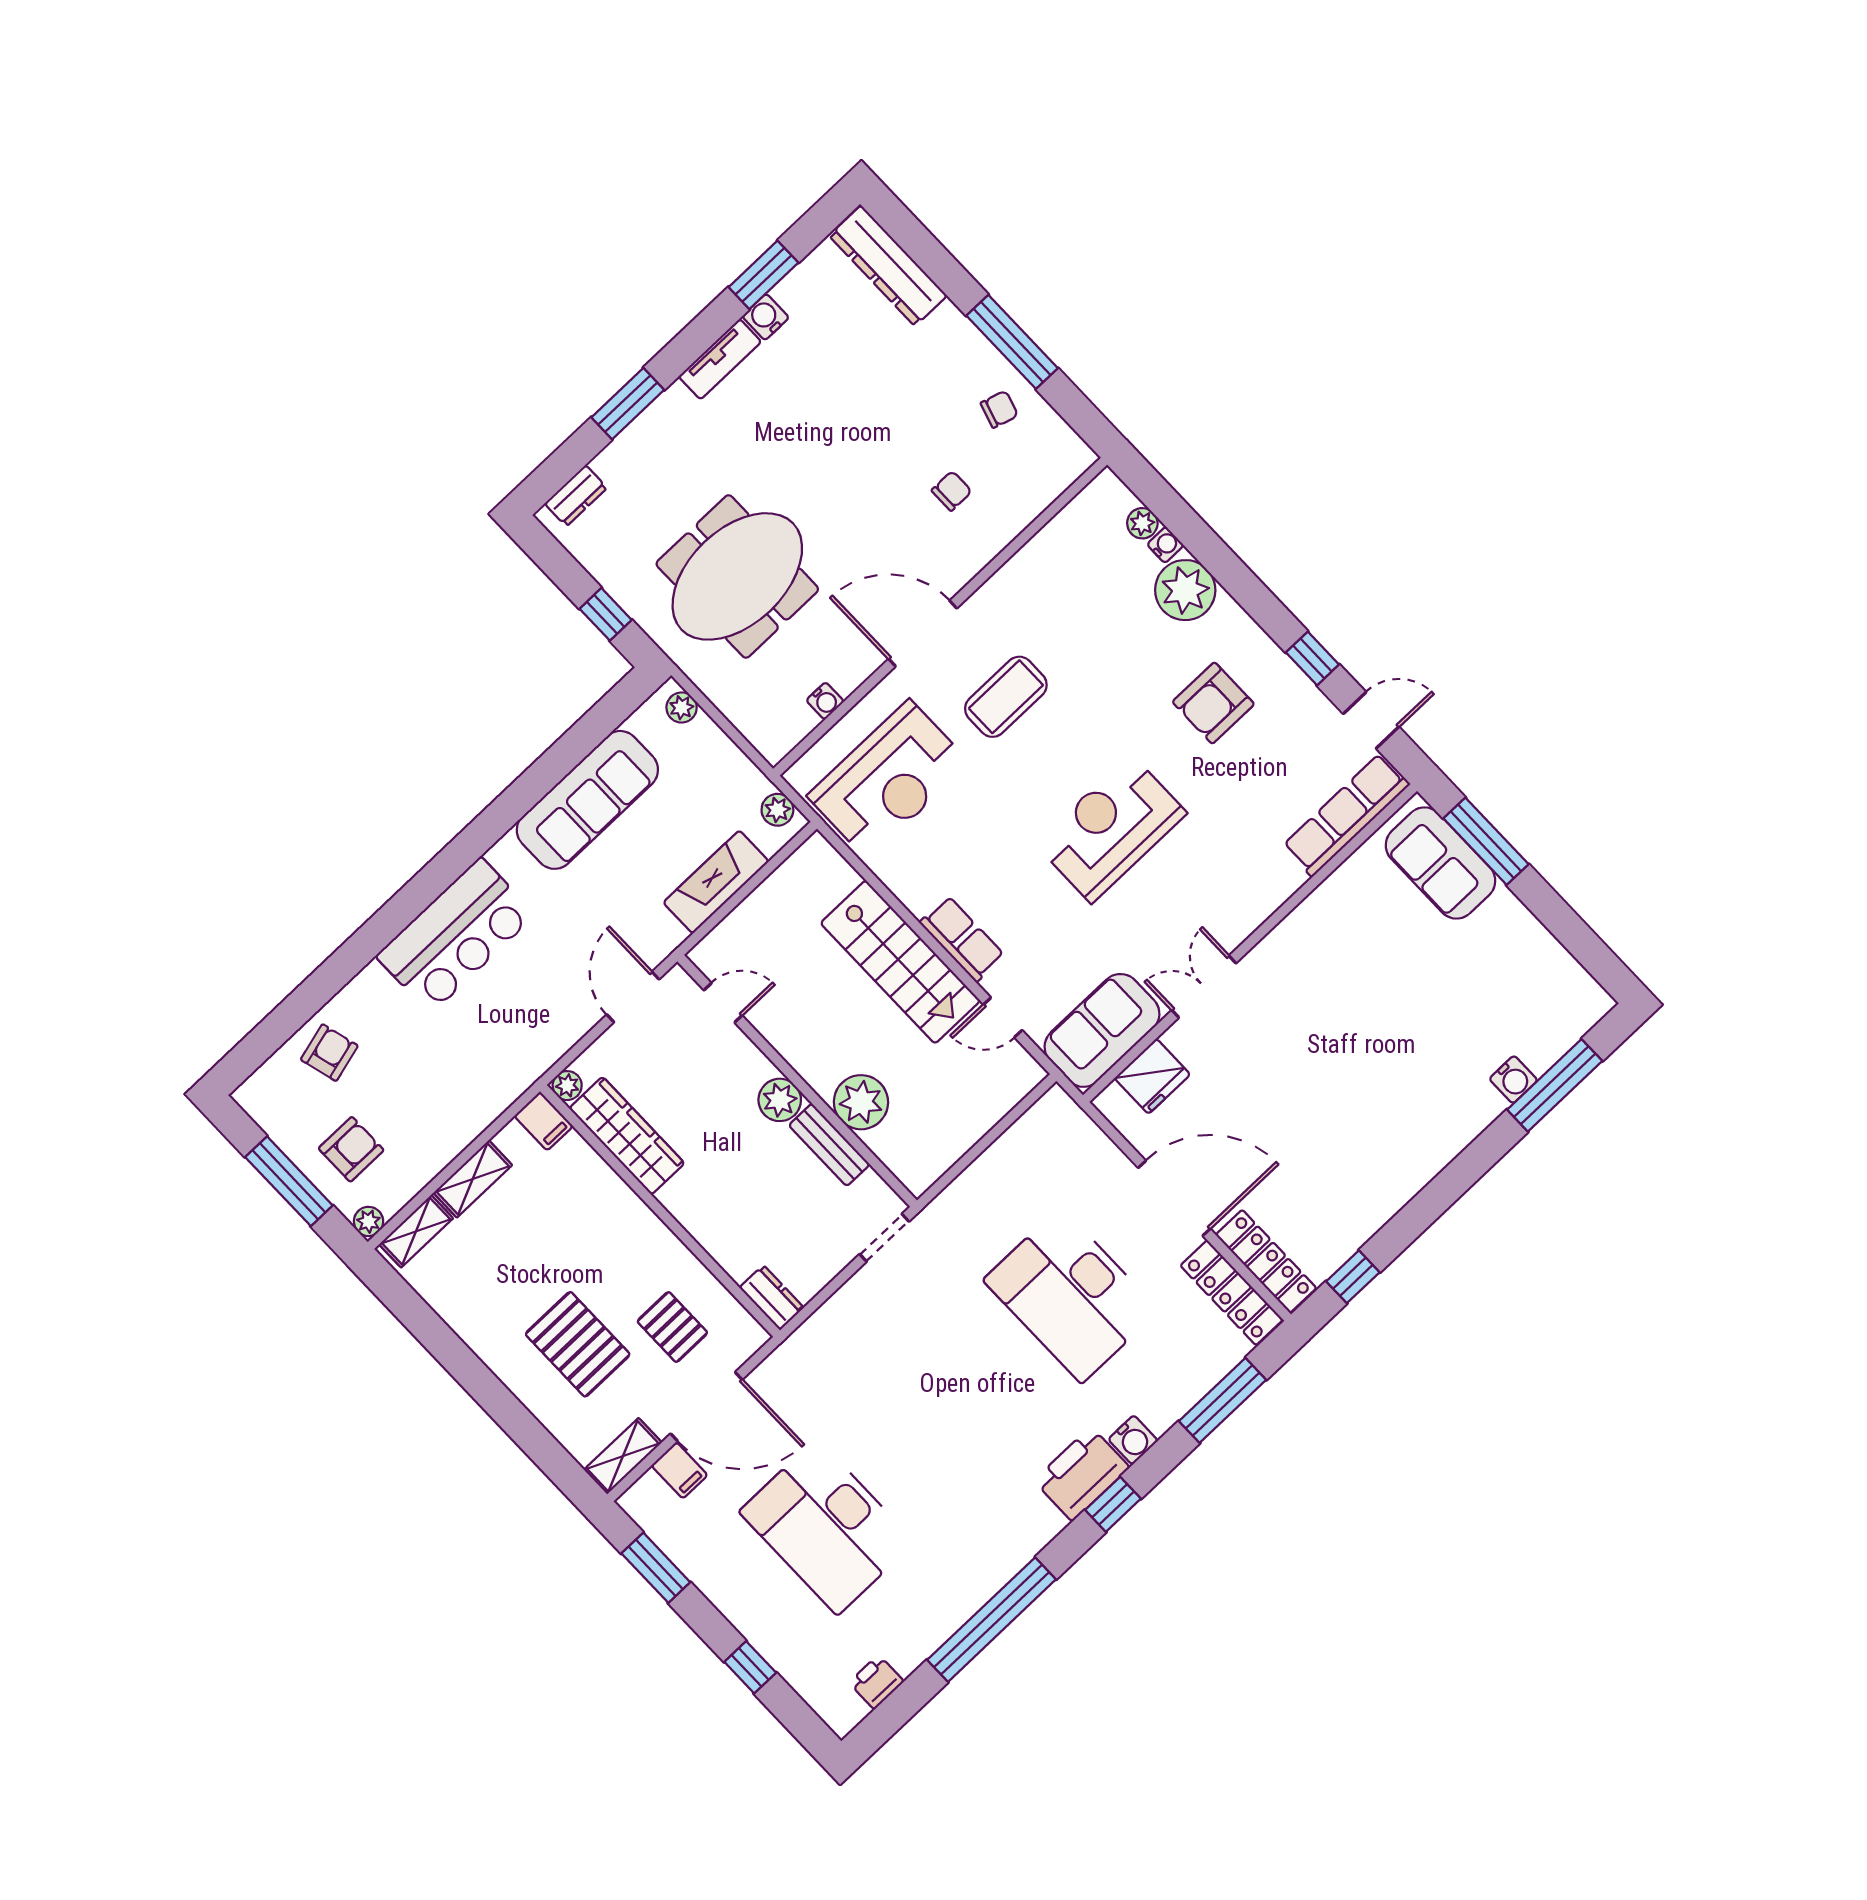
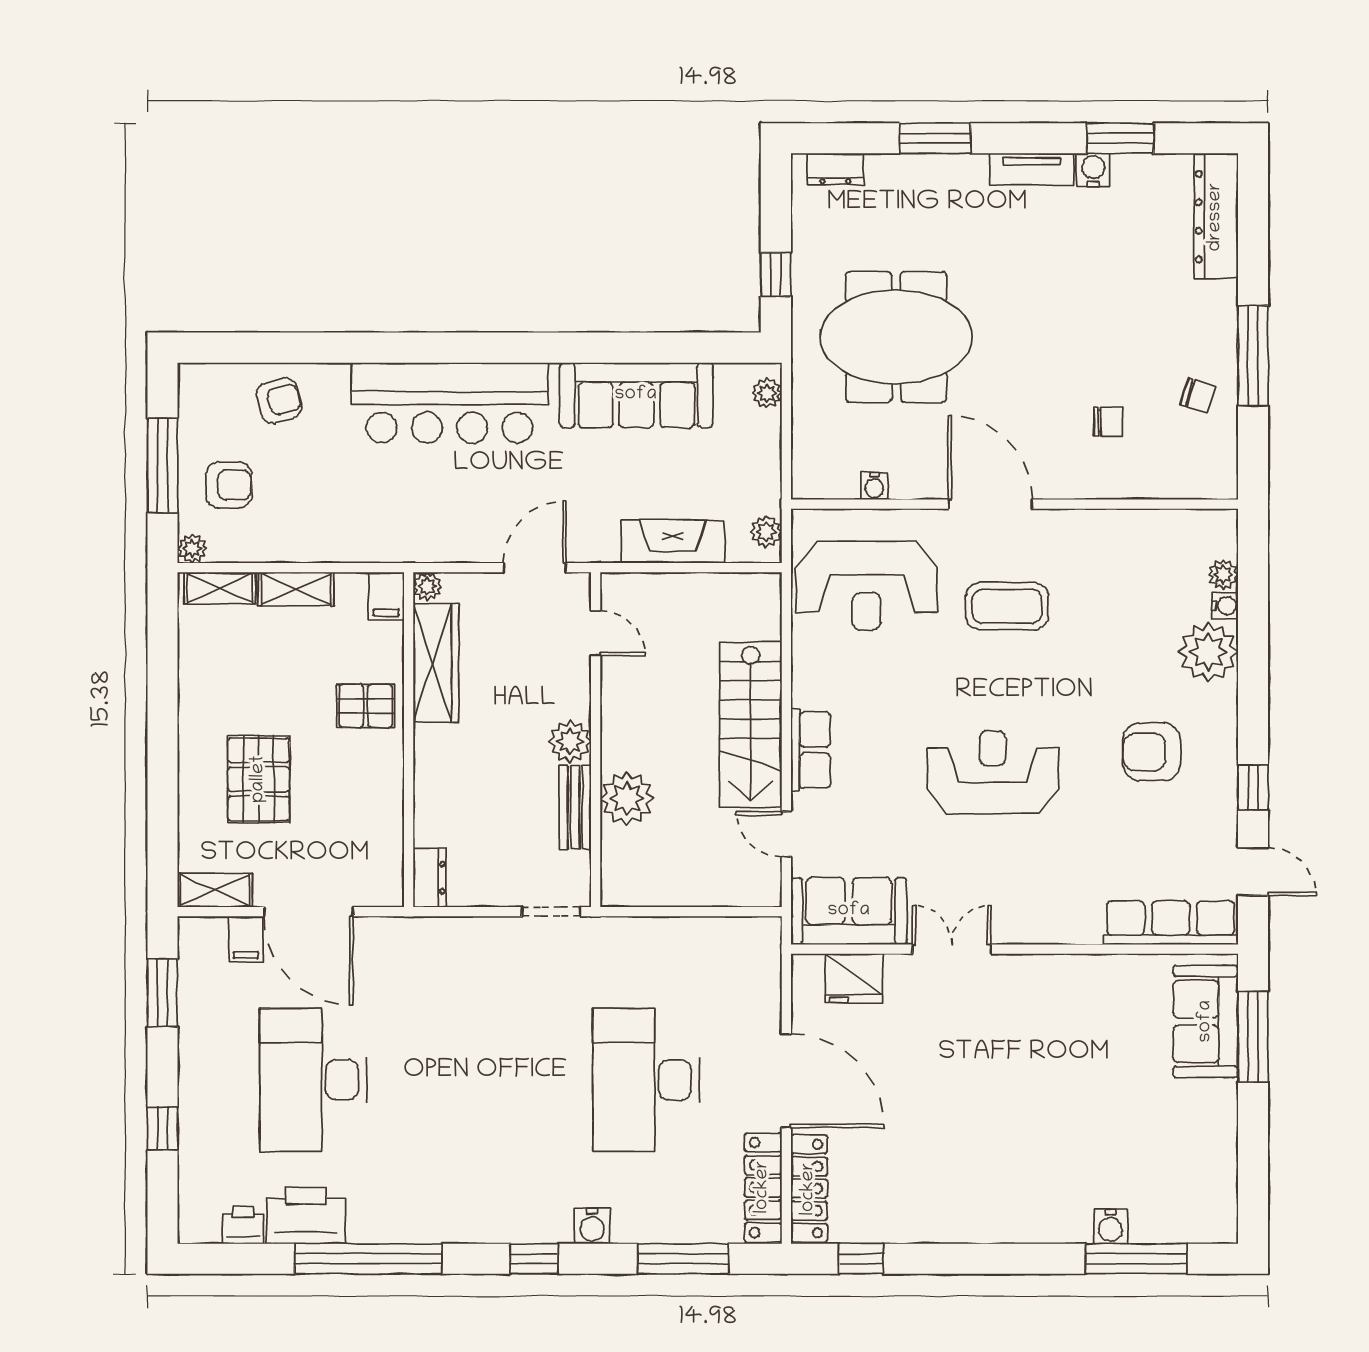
bar counter: (456, 935) -> (450, 403), width x1.36
pallet: (672, 1327) -> (366, 706), moved, turned 90
printer: (1082, 1474) -> (306, 1215), moved

